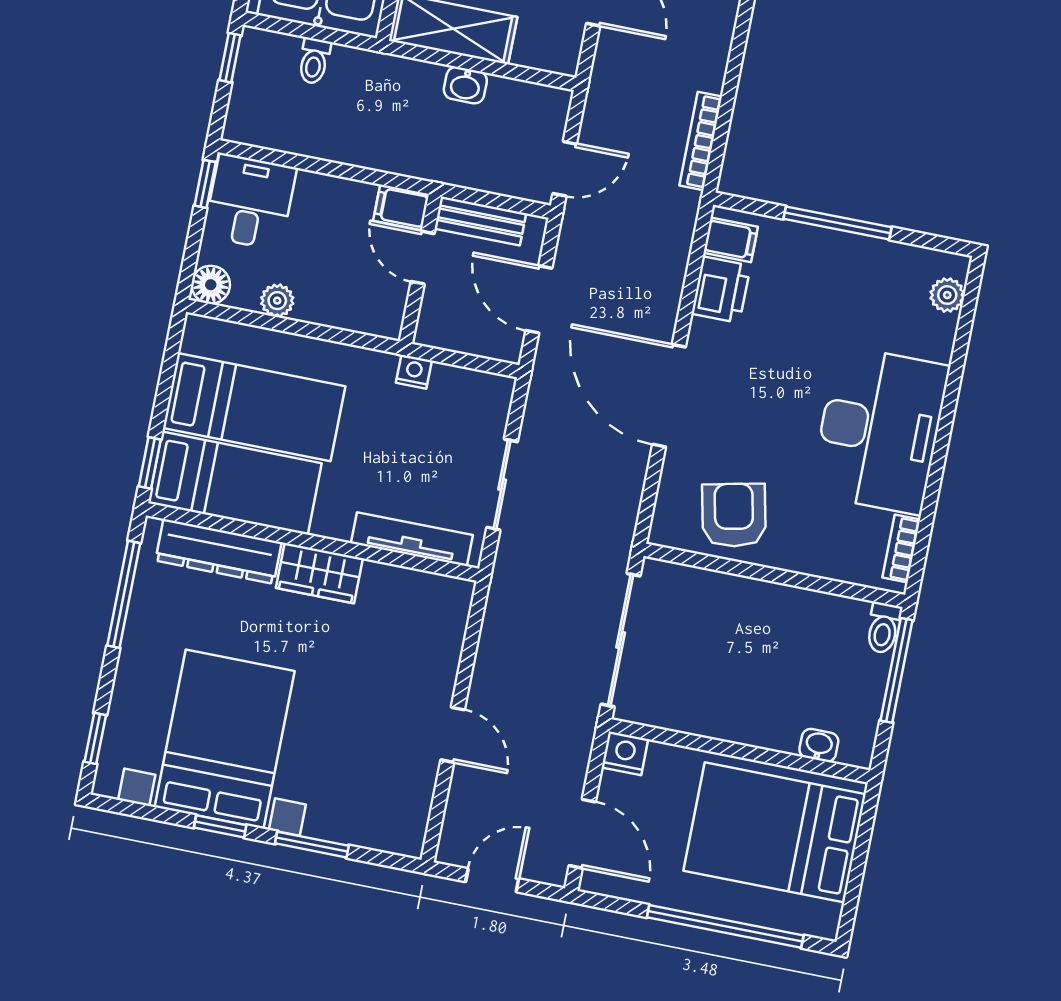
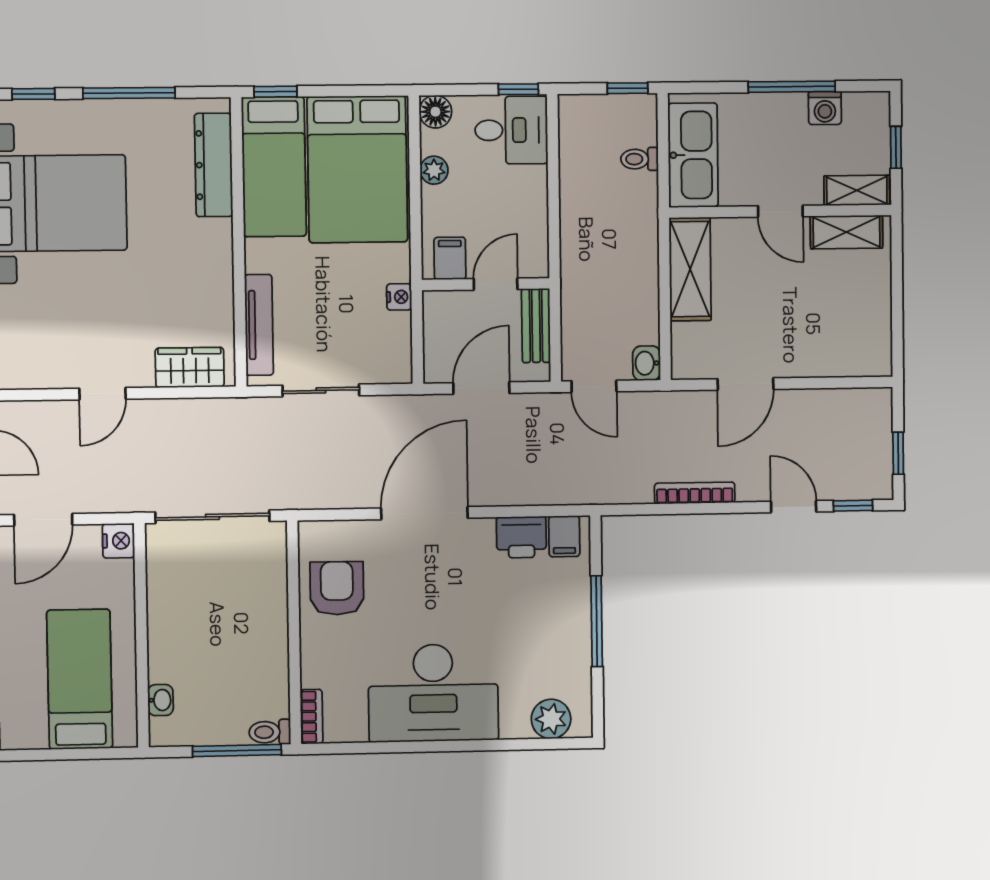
washbasin: (465, 85) -> (647, 363), moved
bookcase: (701, 141) -> (695, 493), moved
filing cabinet: (401, 207) -> (450, 258), moved
plant: (947, 295) -> (551, 719), width x1.38, depth x1.38
bed: (254, 407) -> (357, 169), width x1.50
armchair: (734, 515) -> (337, 588), turned -78
bookcase: (901, 549) -> (312, 717), moved, turned 90
wardrobe: (319, 573) -> (190, 367), moved, turned 90
window: (124, 594) -> (129, 93), moved
bed: (775, 832) -> (80, 679), width x0.67

